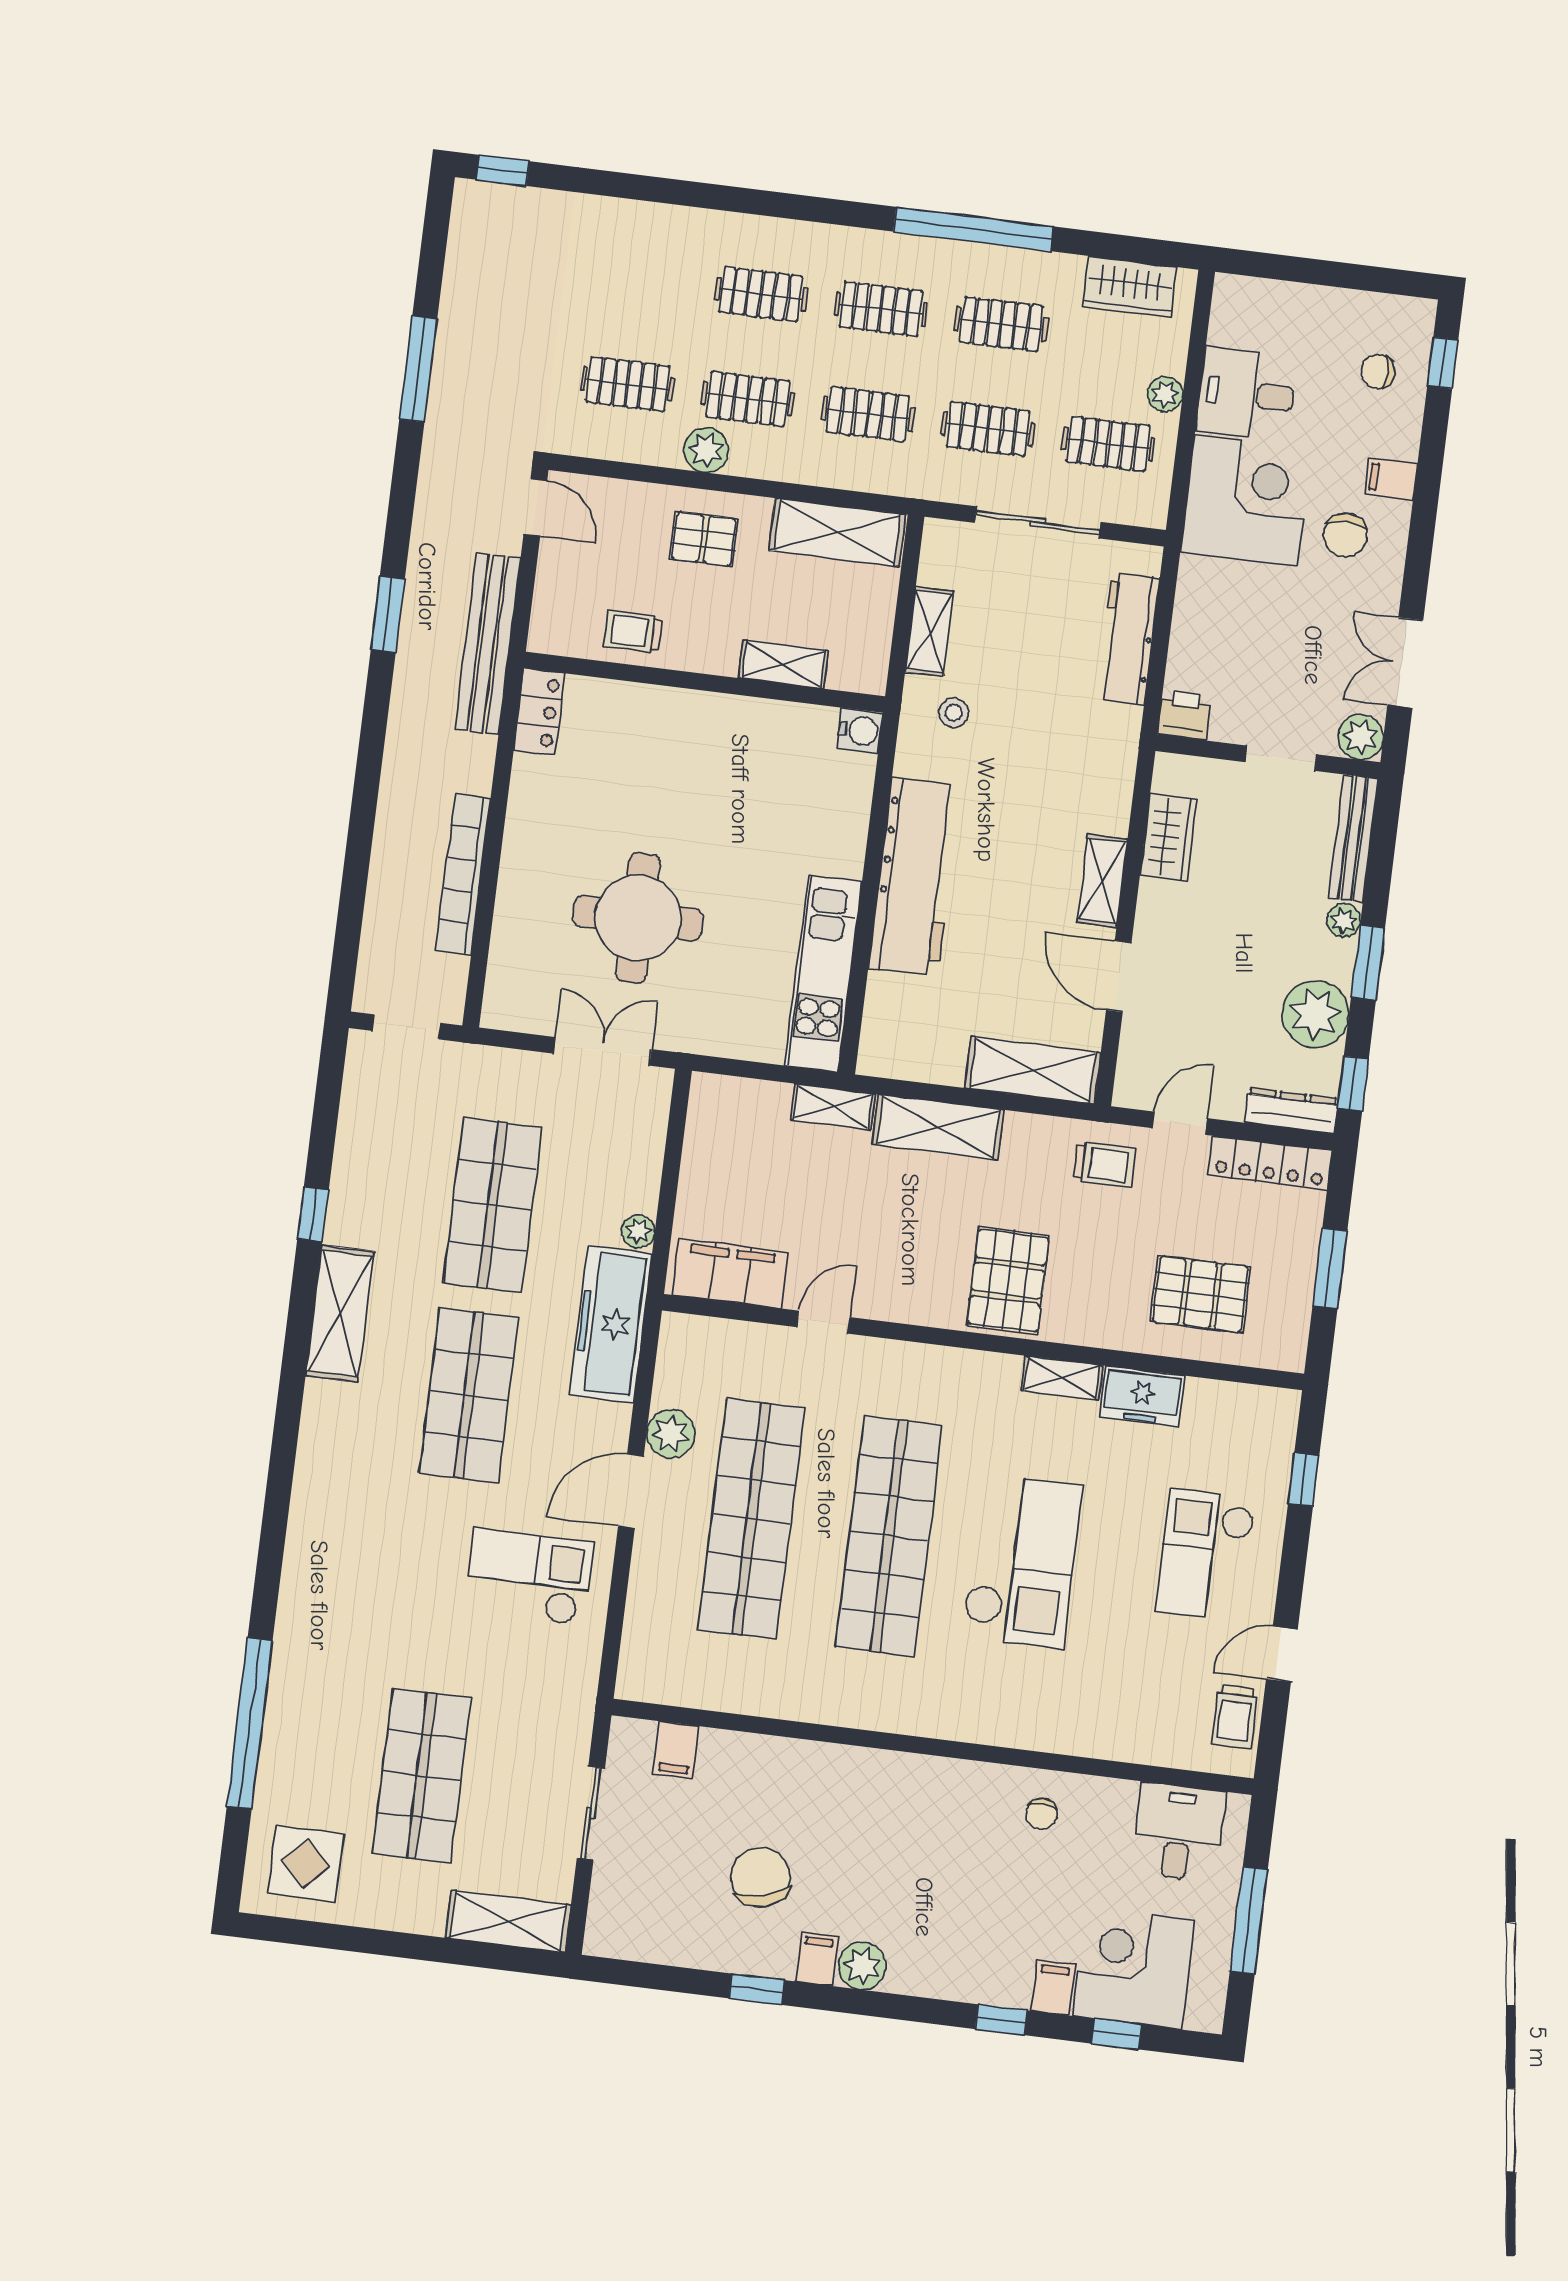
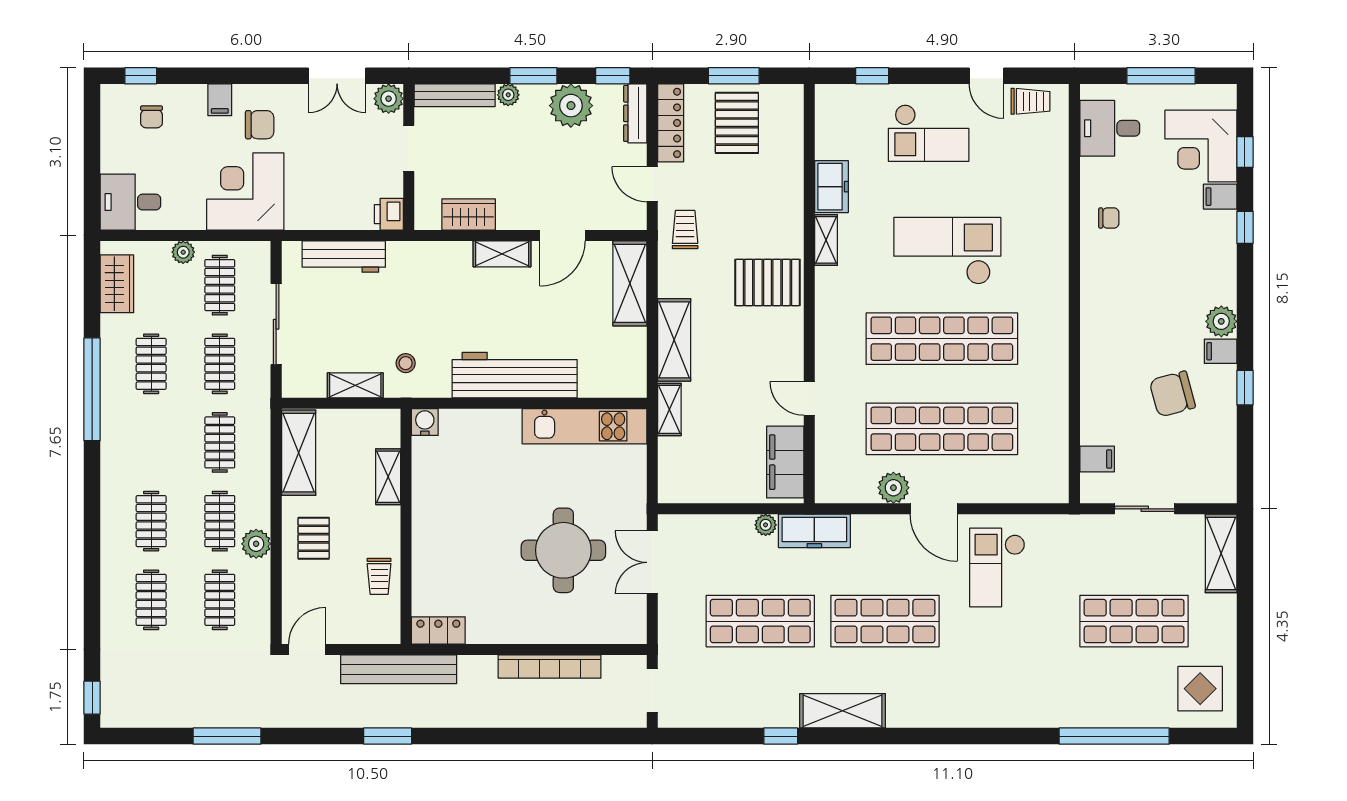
clothes rail: (881, 309) -> (151, 600), moved
desk: (1247, 394) -> (130, 202), moved, turned 90
pallet: (1201, 1294) -> (737, 123), moved
freezer: (611, 1324) -> (814, 531), width x0.73, depth x0.79

